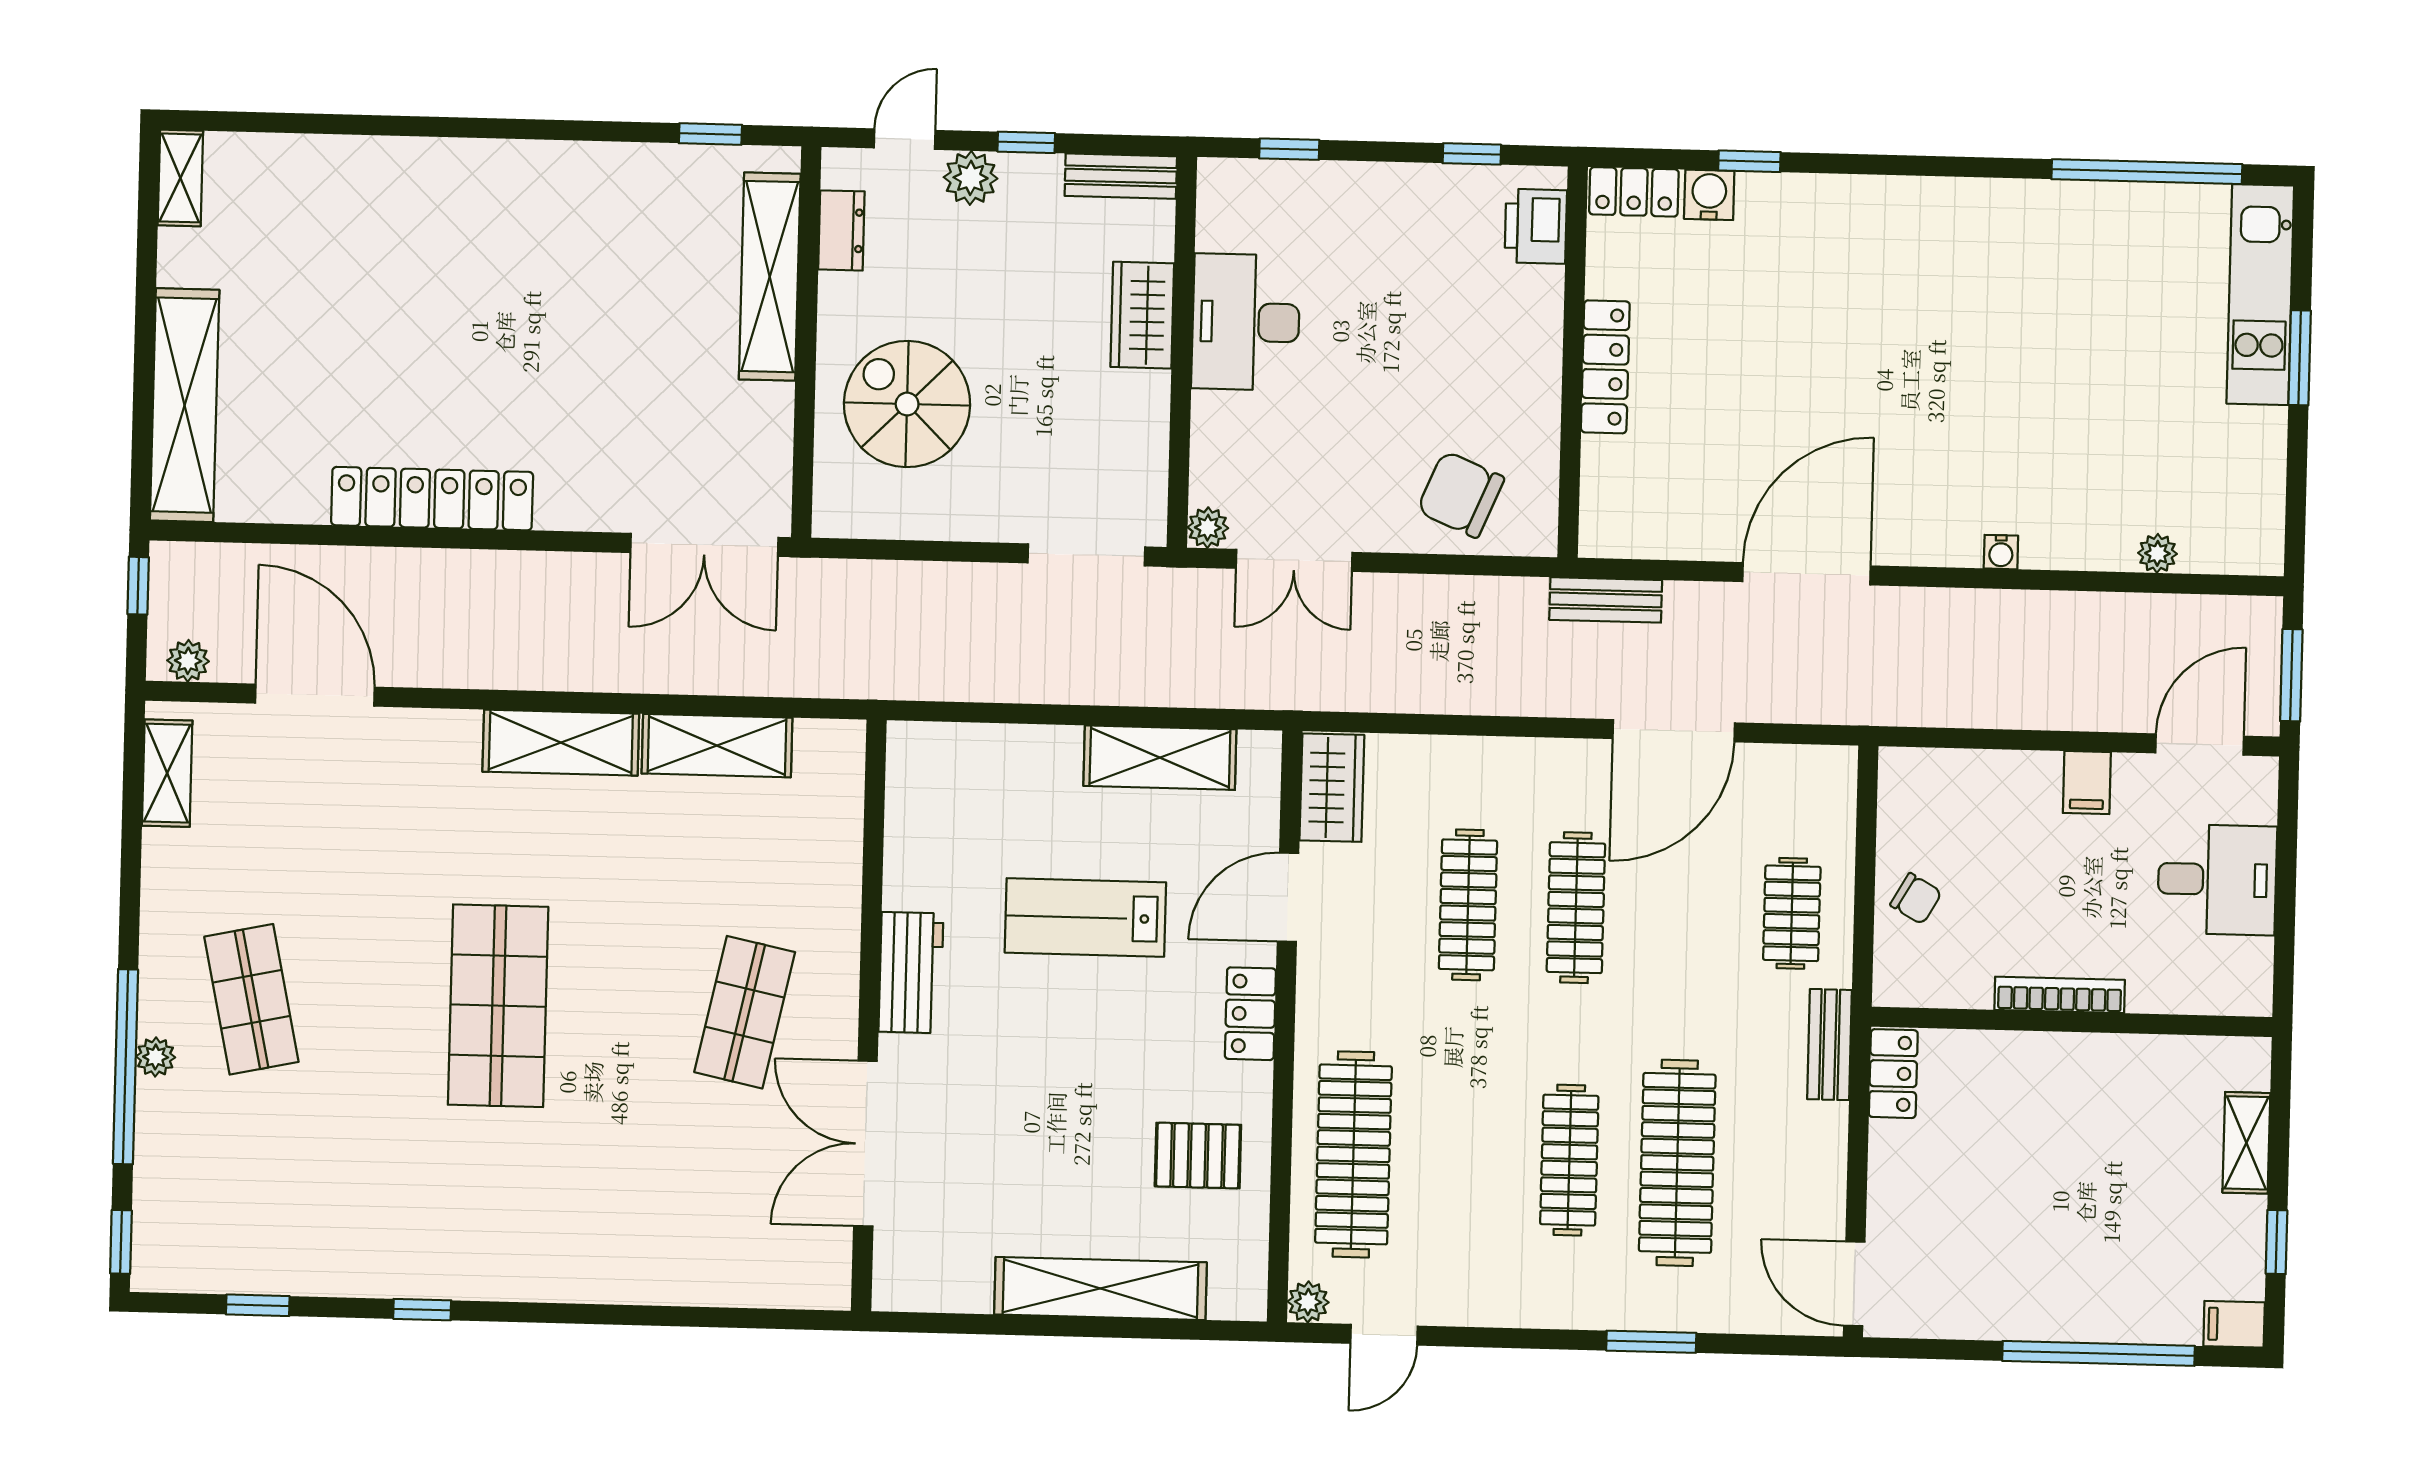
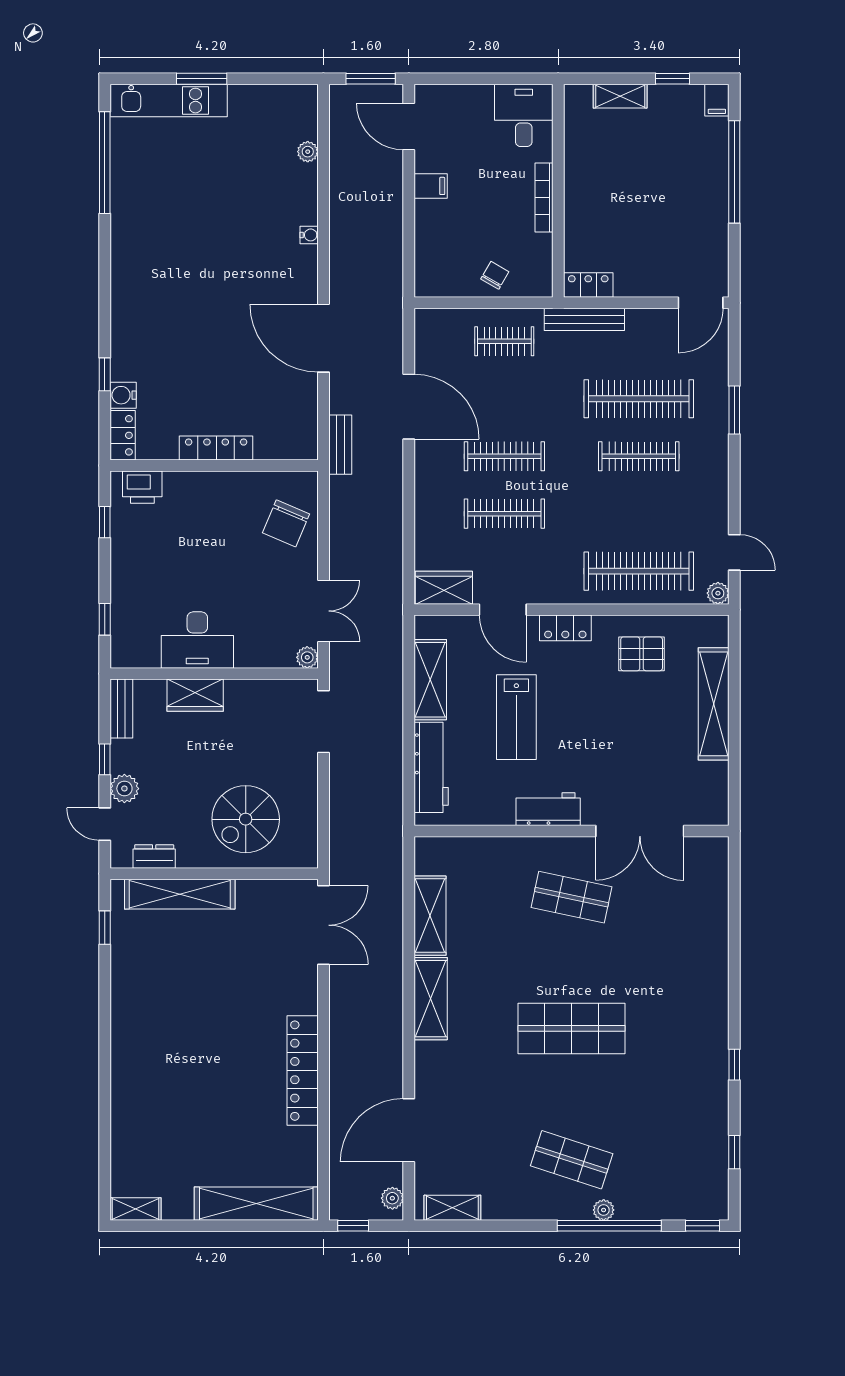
workbench: (995, 755) -> (431, 767), added
desk: (2217, 880) -> (524, 115), moved
shop shelf: (251, 999) -> (572, 1160), turned 30
bench: (1829, 1045) -> (584, 319), width x1.36
pallet: (1198, 1156) -> (642, 654), turned 90

